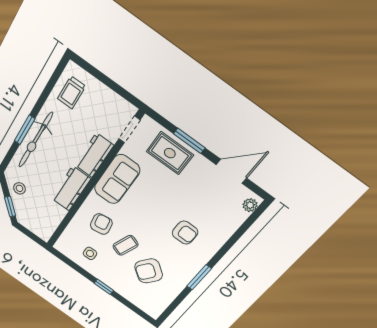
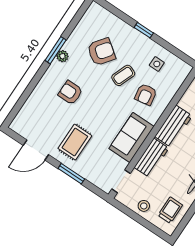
stool: (103, 98) -> (144, 206), added
rug: (170, 153) -> (75, 142), moved, turned 90
plant: (250, 205) -> (62, 56), moved

